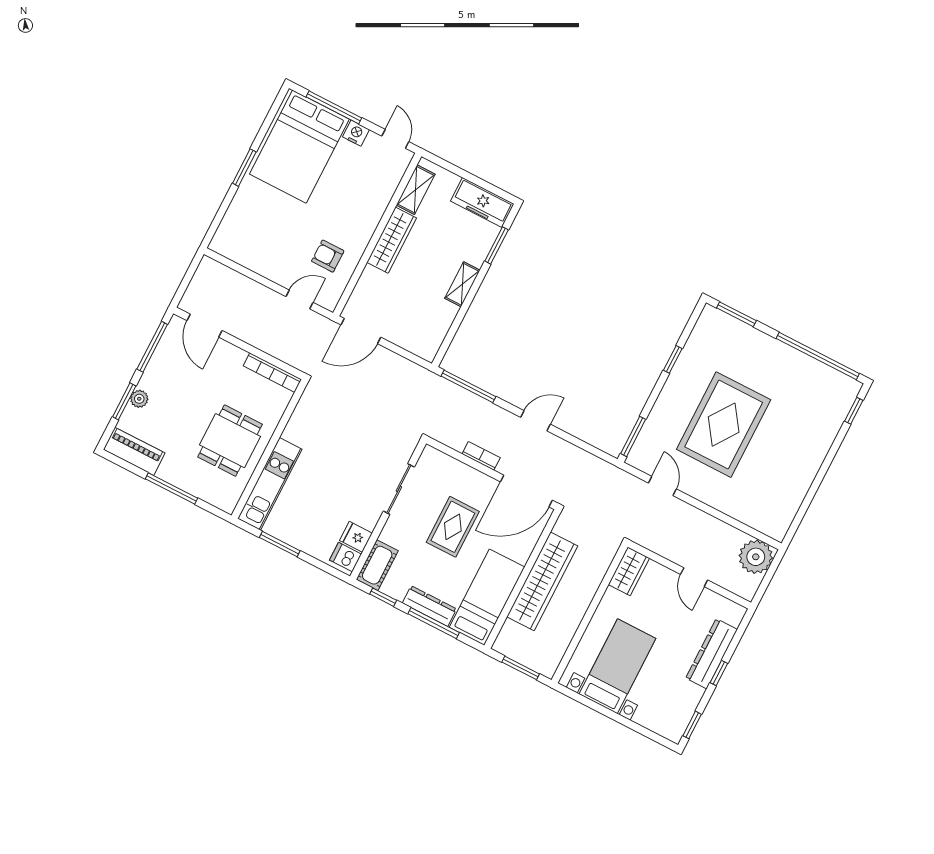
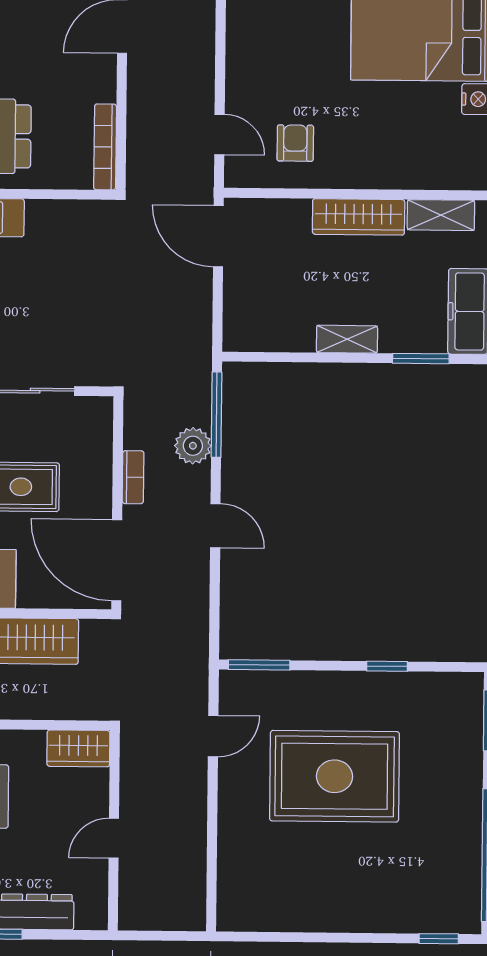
plant: (756, 557) -> (193, 446), moved, width x0.73, depth x0.73

